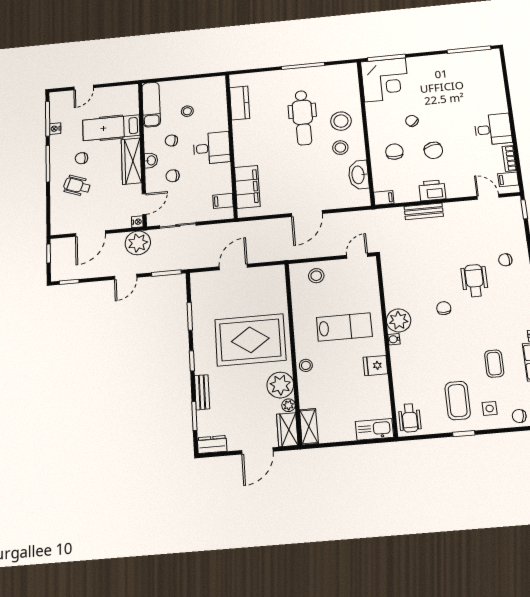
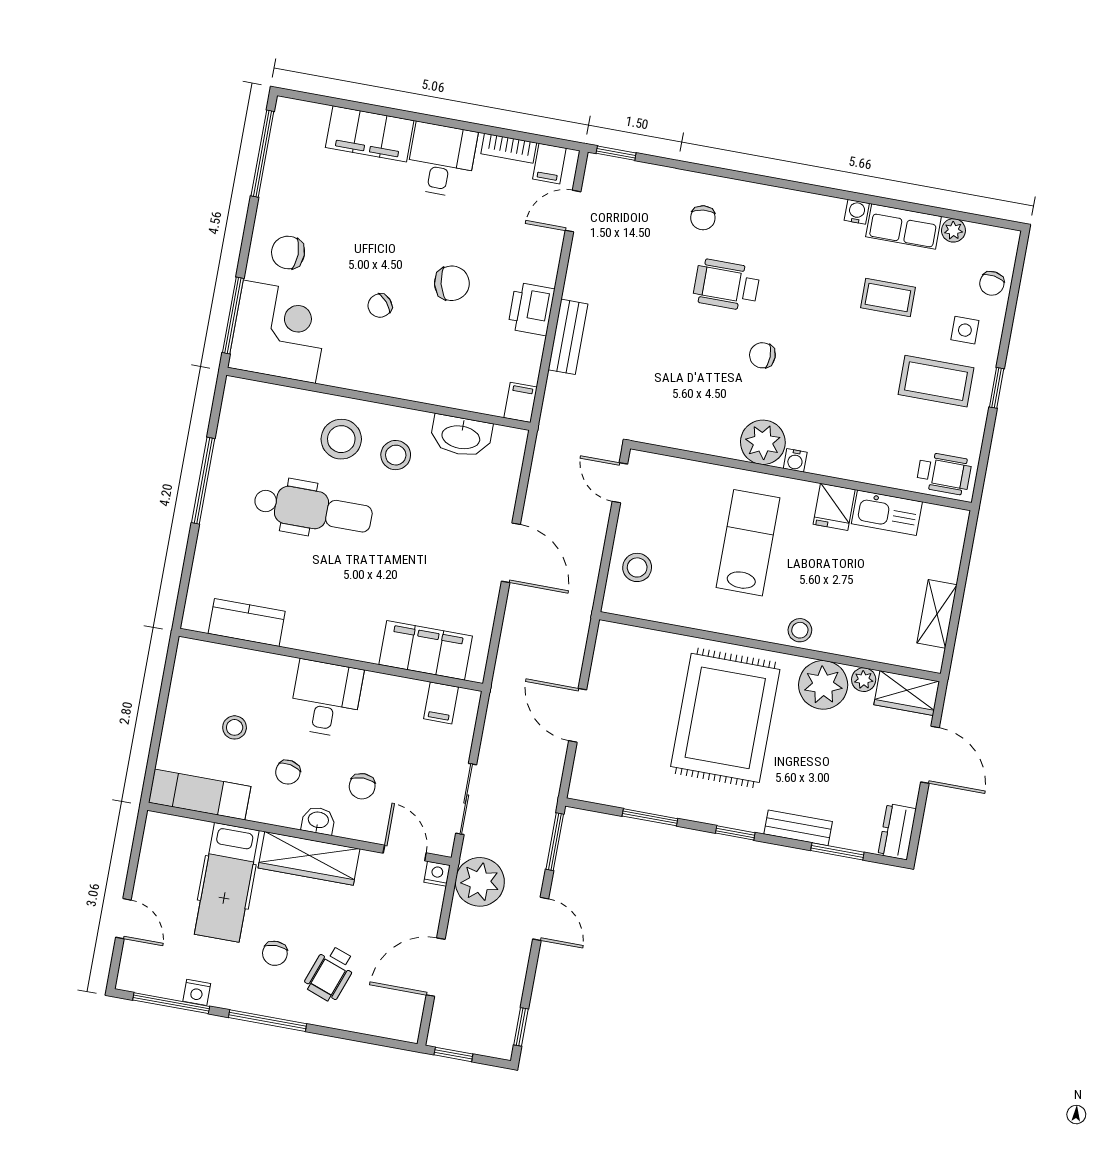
filing cabinet: (495, 94) -> (370, 134), added
chair: (394, 152) -> (288, 252), moved
door: (91, 233) -> (436, 967), swing flipped
shelving: (309, 427) -> (937, 614), moved, turned 90
kitchen sink: (374, 429) -> (887, 513), moved, turned -90

